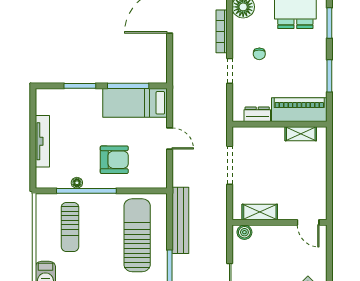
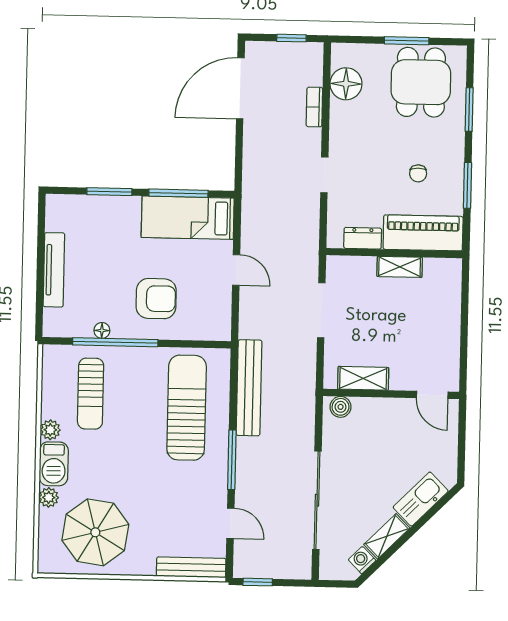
bookcase: (222, 31) -> (314, 107), width x0.64
chair: (259, 54) -> (418, 173), moved
shelving: (301, 134) -> (400, 267), moved
plant: (43, 253) -> (50, 430), added

